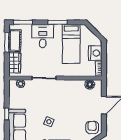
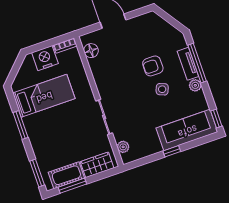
desk: (43, 36) -> (47, 139), removed
armchair: (92, 127) -> (153, 66), moved

